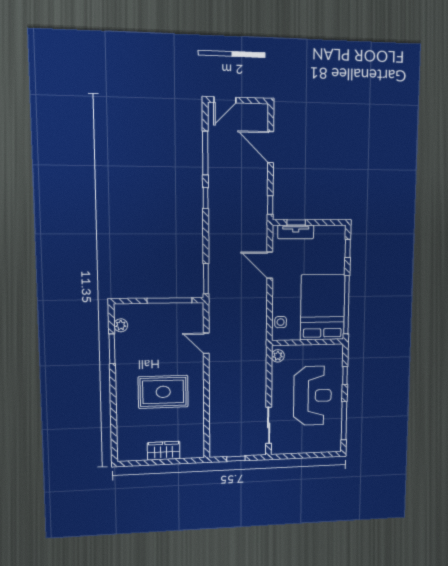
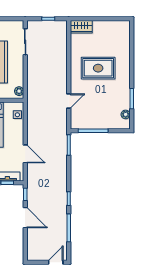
door: (271, 147) -> (25, 218), moved
door: (206, 343) -> (69, 101), hinge flipped
wardrobe: (164, 451) -> (81, 27), moved

